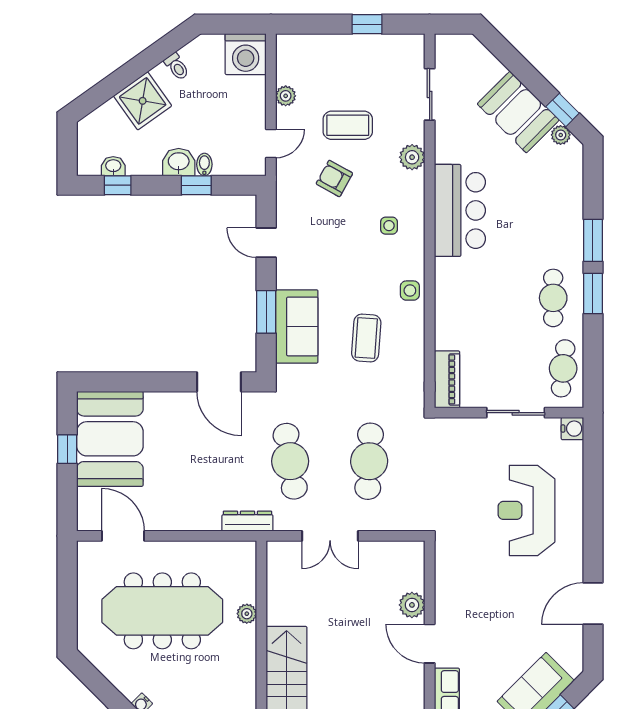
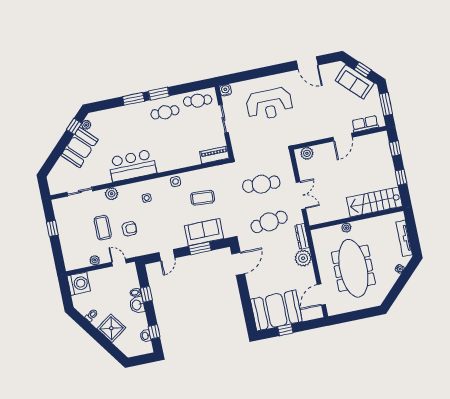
armchair: (334, 178) -> (129, 229), turned -119
plant: (203, 514) -> (303, 258), added
plant: (412, 605) -> (307, 153), moved

